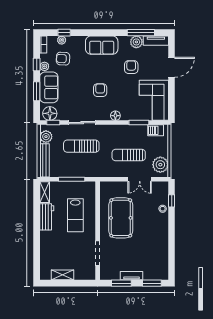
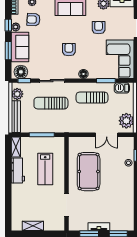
sun lounger: (129, 155) -> (92, 98), moved

